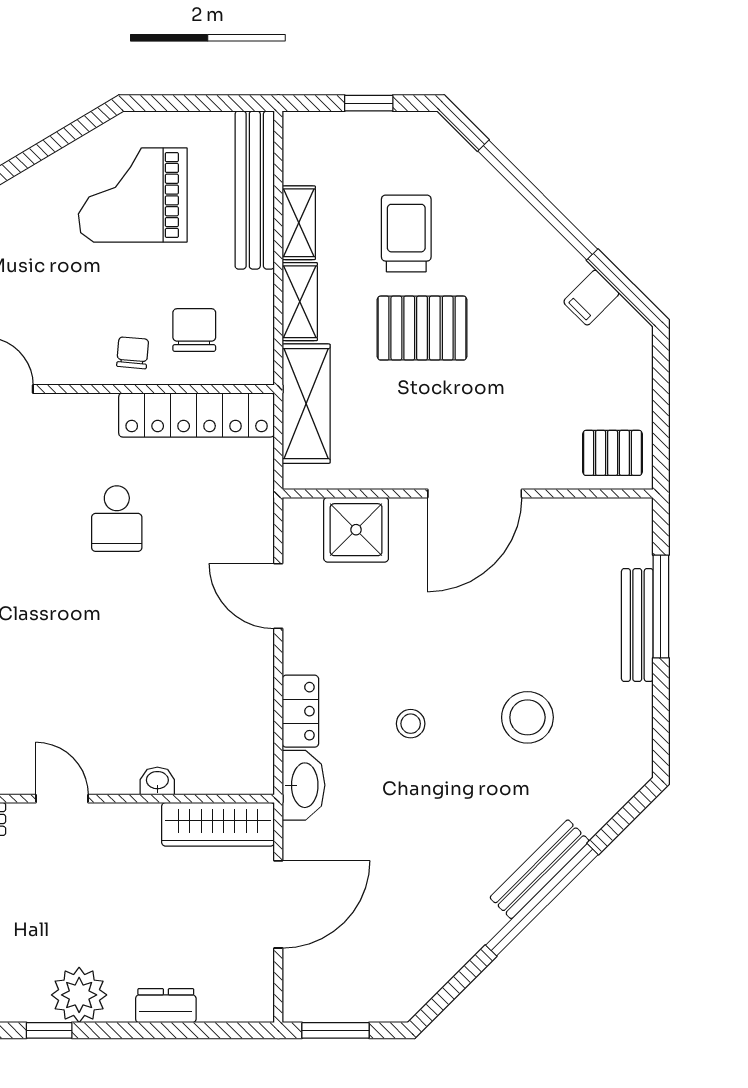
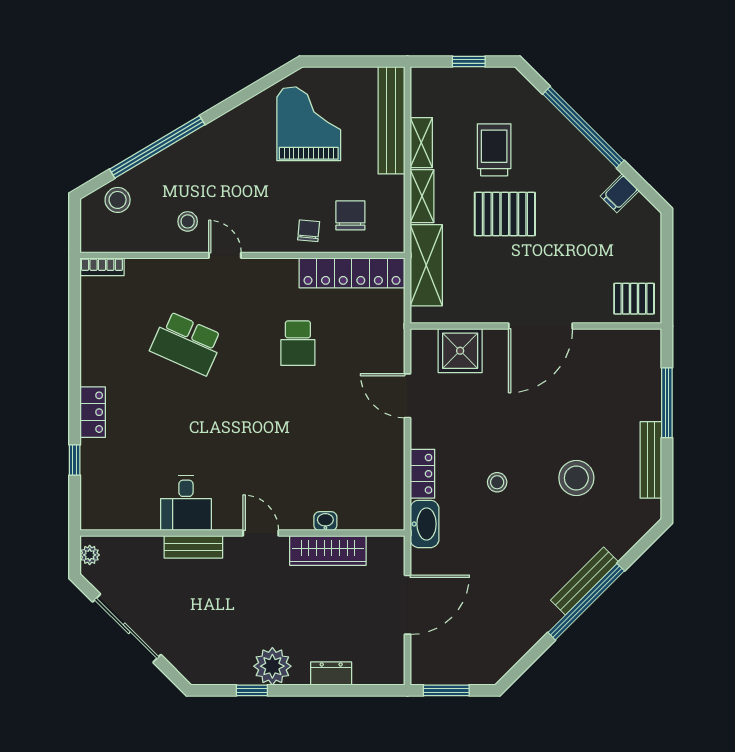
grand piano: (133, 195) -> (309, 124), turned 90
bench: (637, 625) -> (651, 460), moved
wardrobe: (218, 824) -> (328, 550), moved

